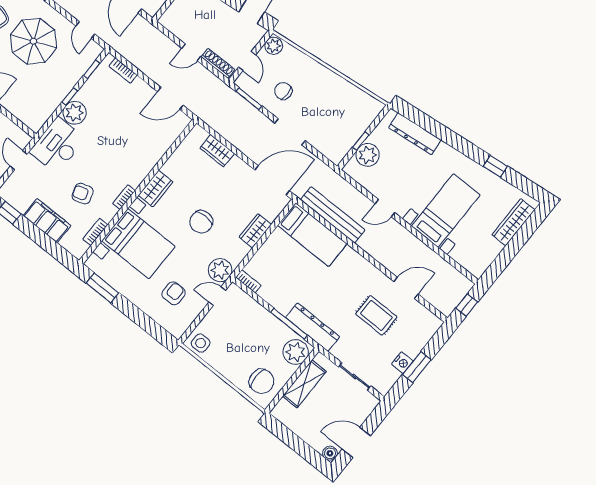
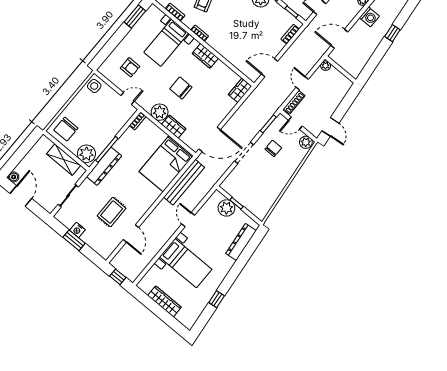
plant: (166, 20) -> (326, 66), added
door: (170, 98) -> (270, 68), hinge flipped
wardrobe: (217, 151) -> (240, 90), moved
door: (272, 180) -> (210, 139), hinge flipped
wardrobe: (513, 222) -> (164, 301), moved
bed: (312, 235) -> (166, 164), width x1.50
bed with nightstands: (138, 244) -> (166, 43), width x0.73
plant: (220, 270) -> (160, 112), moved
door: (217, 296) -> (127, 98), hinge flipped

